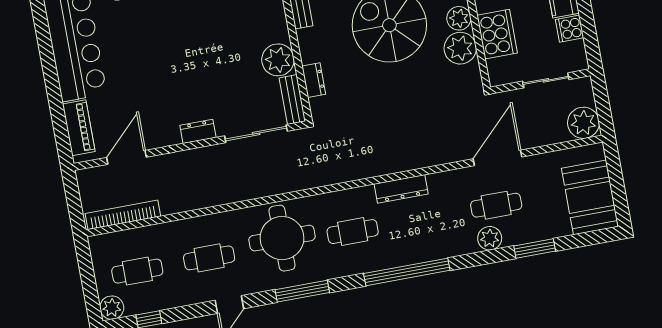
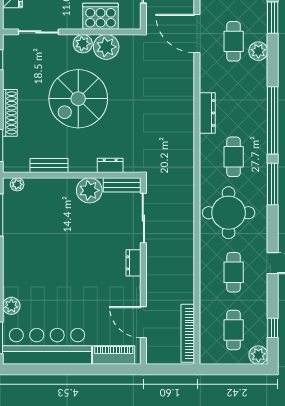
window: (302, 291) -> (273, 184), moved

